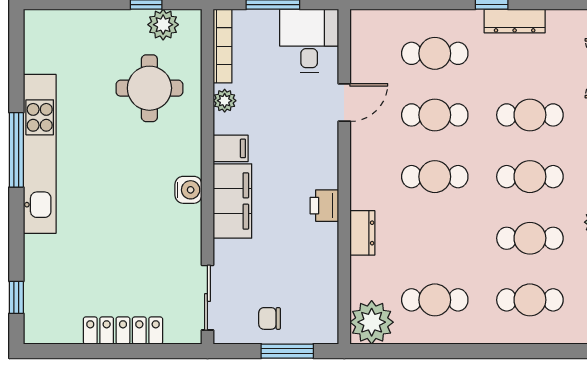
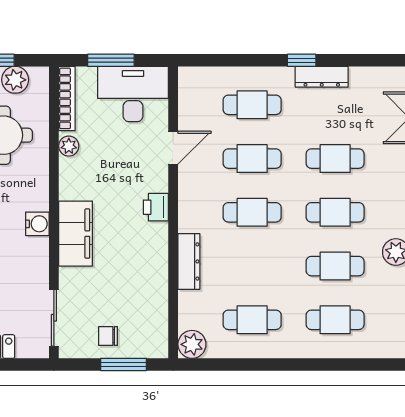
desk: (309, 41) -> (133, 94), width x1.37
filing cabinet: (231, 148) -> (74, 188), removed
printer: (324, 206) -> (156, 207), moved
dresser: (362, 233) -> (189, 261), width x1.44
plant: (372, 322) -> (192, 344), width x0.73, depth x0.73

